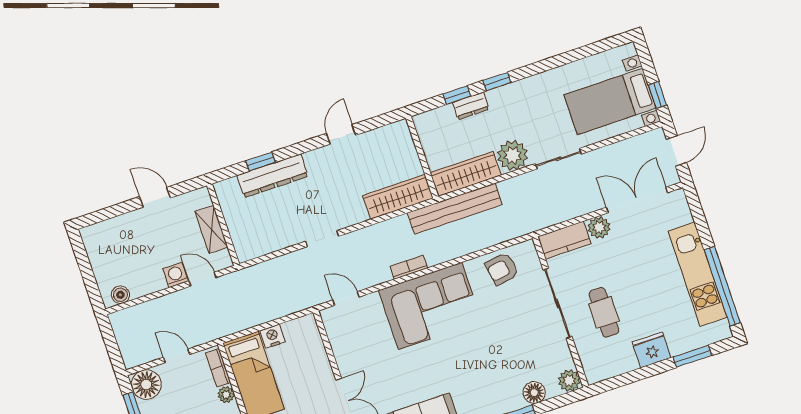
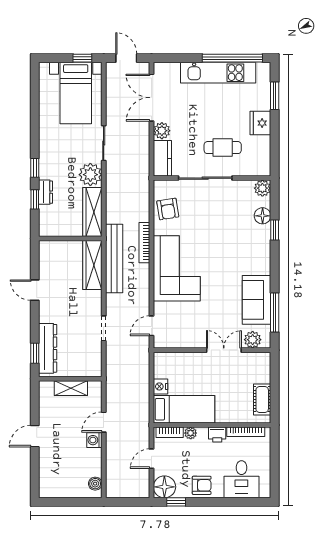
bench: (455, 209) -> (114, 258), moved
wall: (223, 225) -> (70, 379), moved
shelving: (211, 229) -> (71, 388), moved
bookcase: (409, 267) -> (144, 243), moved, width x1.56

